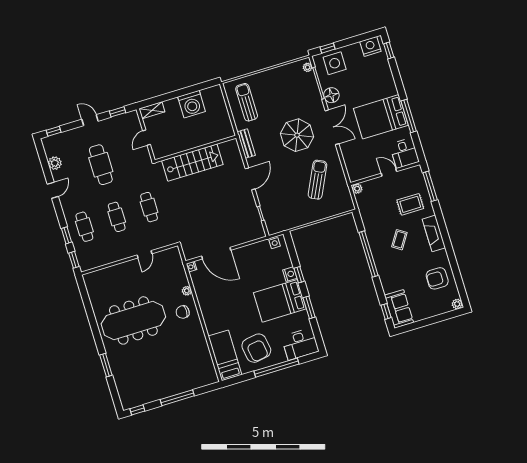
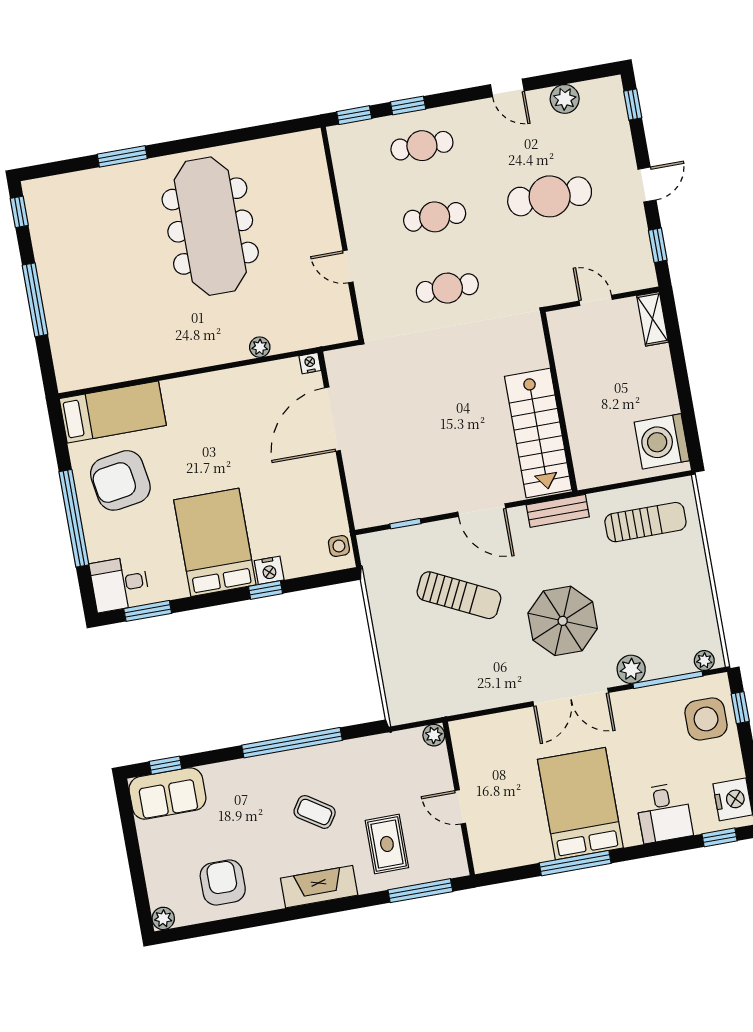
floor lamp: (331, 95) -> (639, 704), removed
plant: (316, 101) -> (631, 669), added
washing machine: (192, 104) -> (662, 441), moved
desk: (404, 153) -> (664, 813), moved, turned -90
stairs: (192, 163) -> (538, 433), moved
door: (389, 172) -> (460, 807), swing flipped
sun lounger: (317, 180) -> (459, 595), moved
window: (309, 307) -> (148, 611), moved
chair: (183, 312) -> (216, 333), removed
desk: (300, 344) -> (120, 584), width x0.73

